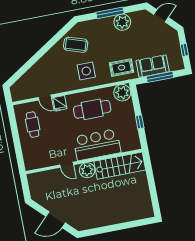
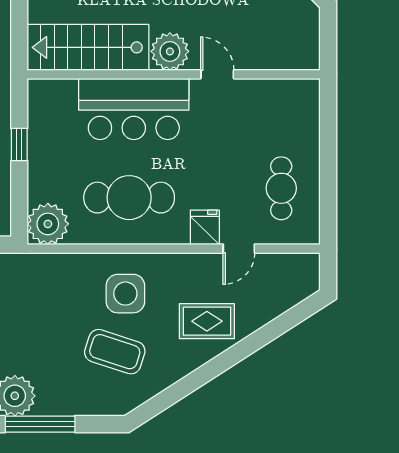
coffee table: (76, 45) -> (115, 352), moved
rug: (122, 68) -> (207, 321), moved
door: (45, 97) -> (239, 249), swing flipped

